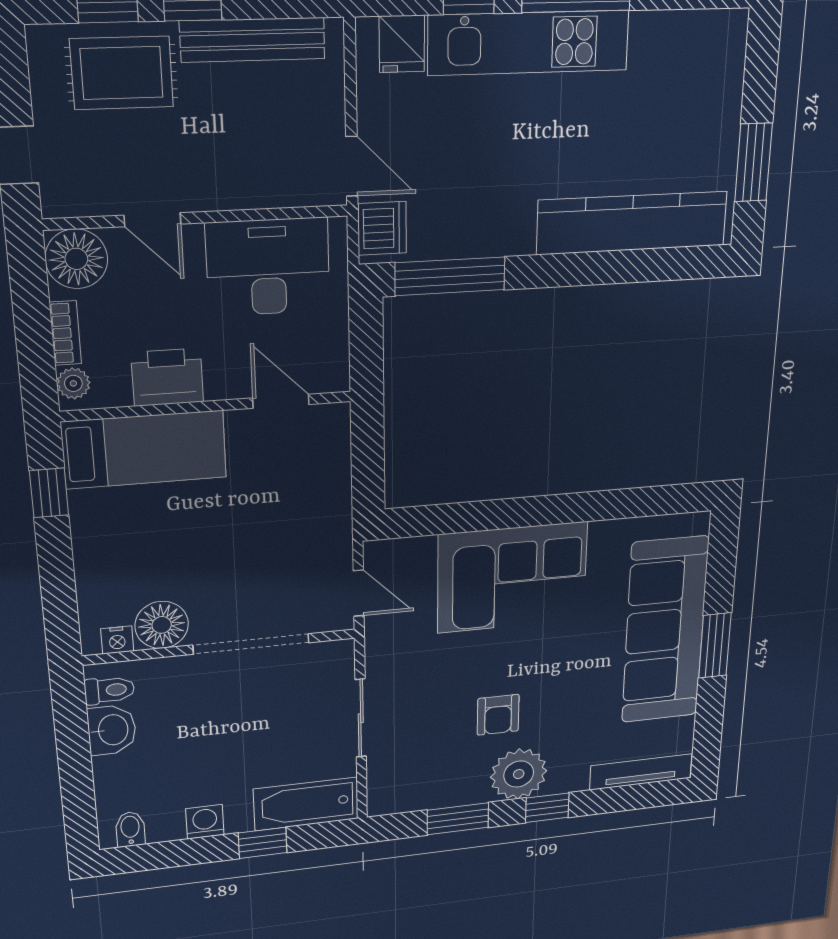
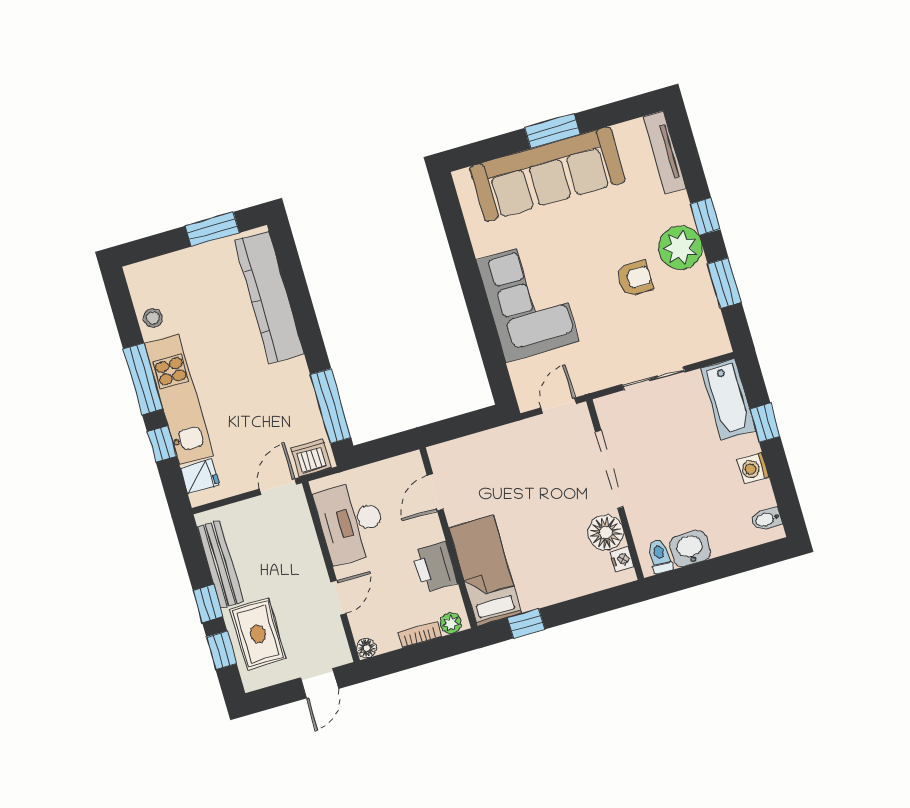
stool: (661, 35) -> (153, 318), added
floor lamp: (76, 259) -> (367, 648), width x0.53, depth x0.53

